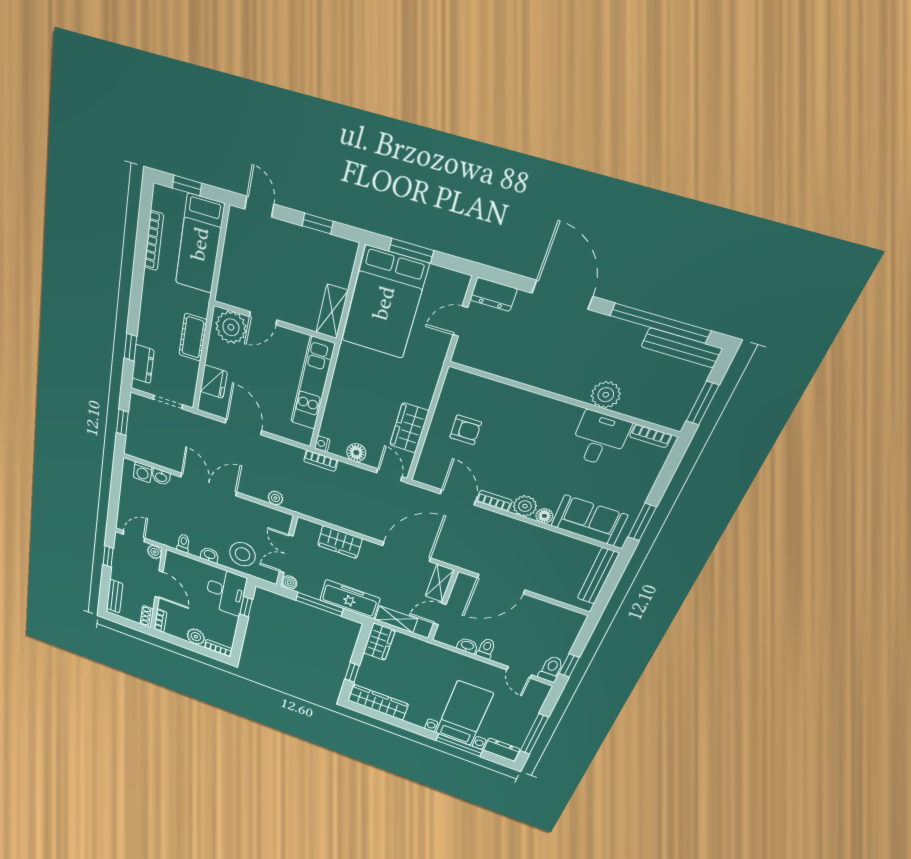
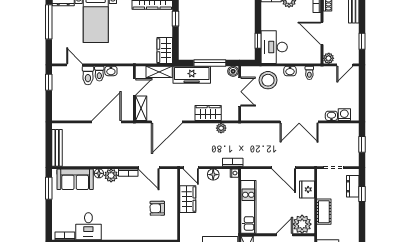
plant: (275, 498) -> (221, 128), moved
toilet: (551, 669) -> (88, 75), moved

